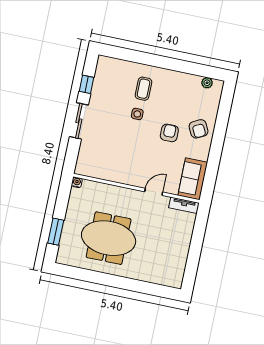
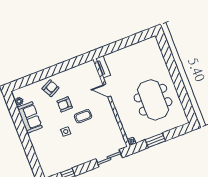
coffee table: (143, 89) -> (83, 116), moved
sliding door: (79, 121) -> (109, 158), moved
sofa: (193, 179) -> (30, 117), moved, turned -90
window: (56, 232) -> (155, 140), moved

